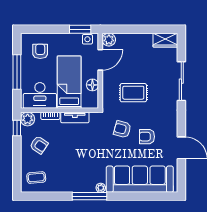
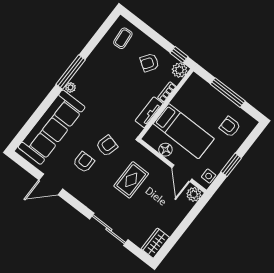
window: (80, 29) -> (231, 165), moved
armchair: (40, 51) -> (230, 127), turned 180
desk: (40, 95) -> (192, 97), removed

